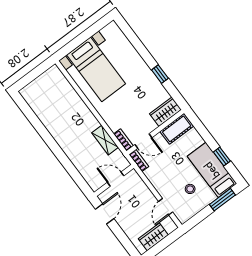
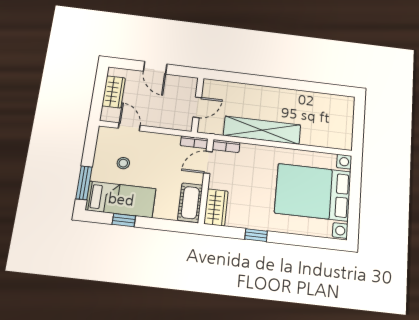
bed with nightstands: (96, 69) -> (313, 192), width x1.36
shelving: (105, 140) -> (262, 130), width x2.20, depth x1.33
door: (105, 214) -> (155, 68), moved

